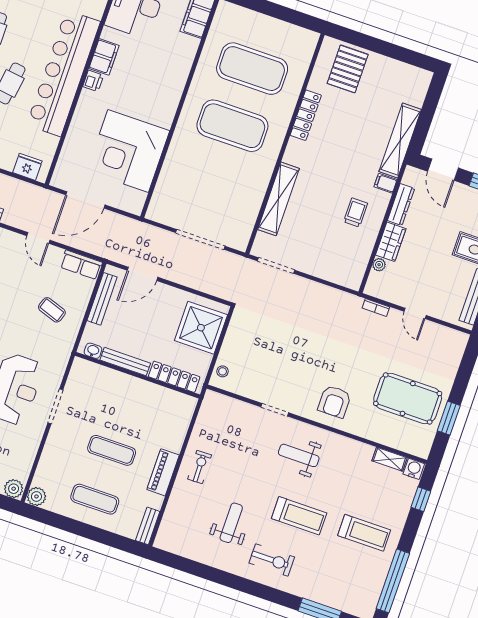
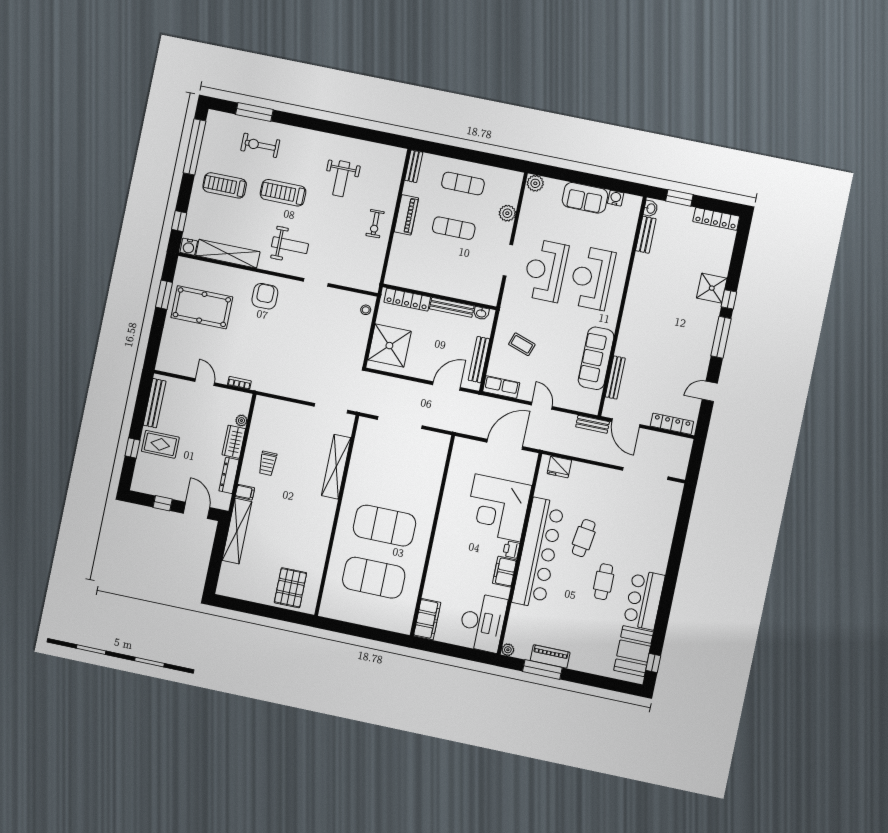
locker: (306, 115) -> (322, 543), removed
corner desk: (128, 151) -> (498, 508), moved, turned 180
shelving: (390, 459) -> (228, 254), width x2.20, depth x1.33
plant: (36, 496) -> (507, 213), moved
exercise bike: (272, 560) -> (260, 145), moved

